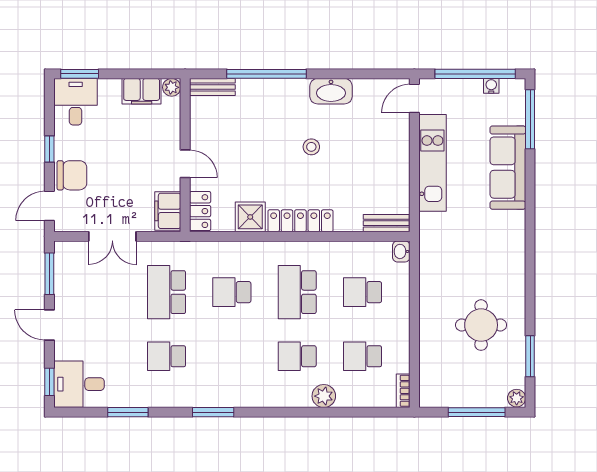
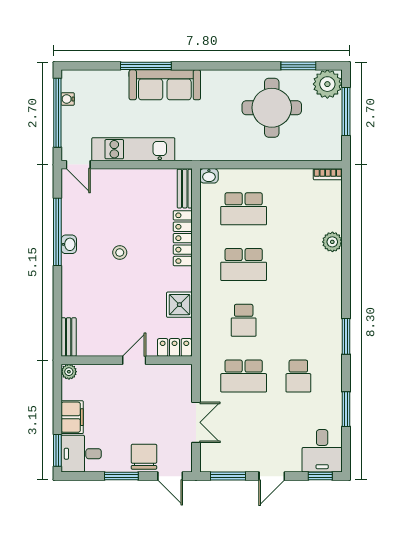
window: (266, 74) -> (57, 232), moved
filing cabinet: (142, 91) -> (72, 417), moved
washbasin: (331, 91) -> (69, 244), width x0.52, depth x0.69
window: (530, 119) -> (146, 66), moved
window: (49, 149) -> (121, 476), width x1.50
sofa: (508, 168) -> (165, 85), moved
filing cabinet: (168, 211) -> (174, 375), removed
locker: (300, 221) -> (183, 238), moved
school desk: (363, 292) -> (244, 209), width x1.85
round table: (481, 325) -> (272, 108), width x1.36, depth x1.36
school desk: (297, 356) -> (298, 265), removed
school desk: (363, 356) -> (298, 209), removed
plant: (517, 398) -> (327, 84), width x1.88, depth x1.88

